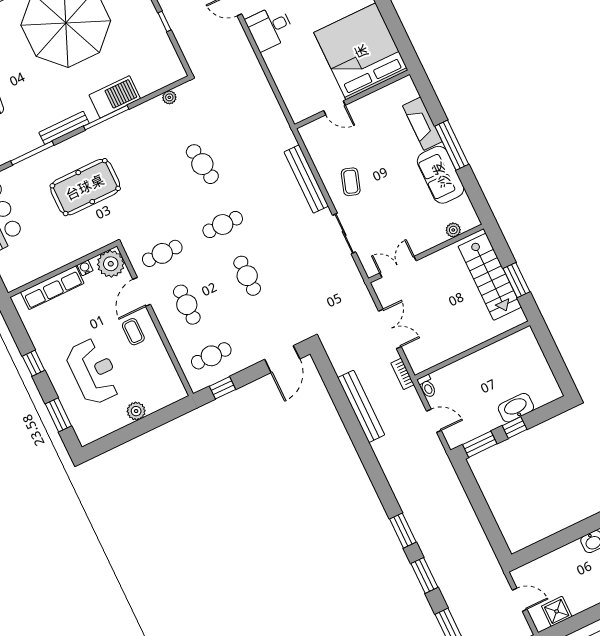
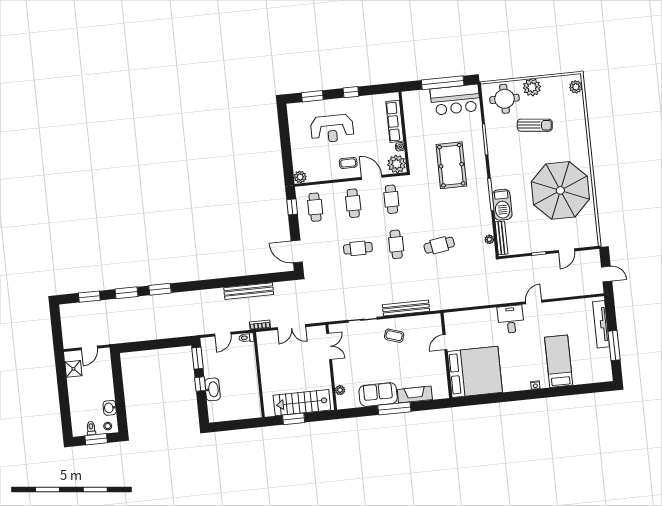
bench: (64, 128) -> (501, 238), moved
cafe table: (187, 305) -> (353, 203), turned 90
plant: (136, 411) -> (300, 177), moved

